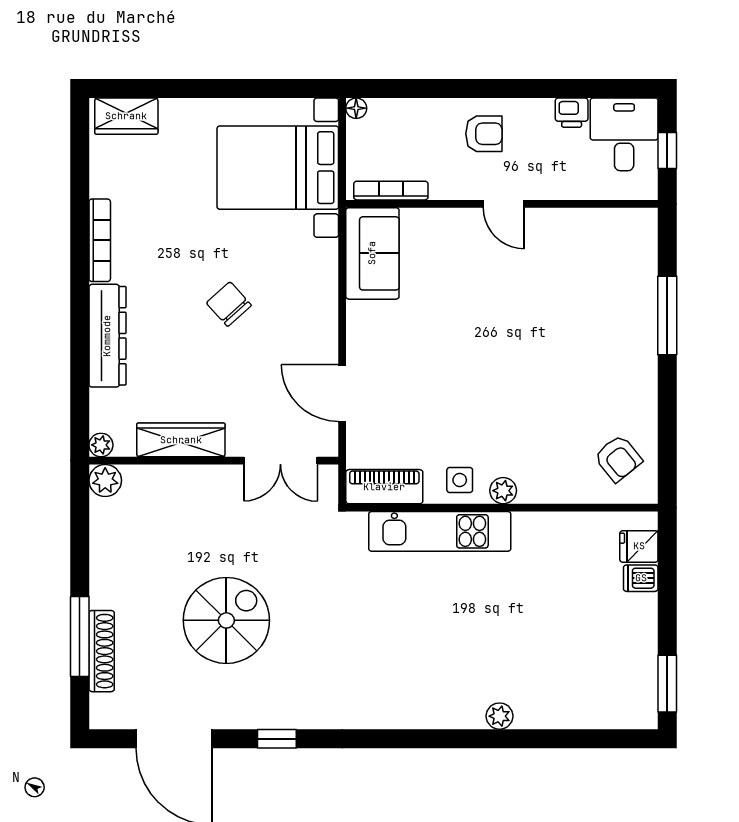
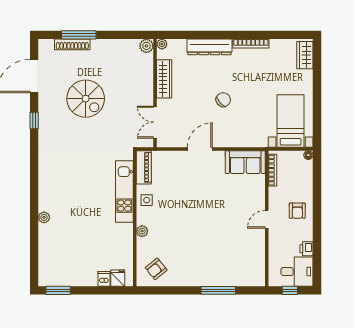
bed with nightstands: (278, 168) -> (291, 121), width x0.73
door: (342, 393) -> (200, 149), moved
plant: (503, 491) -> (142, 231), moved

